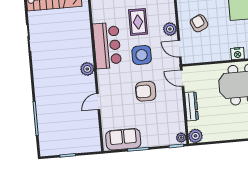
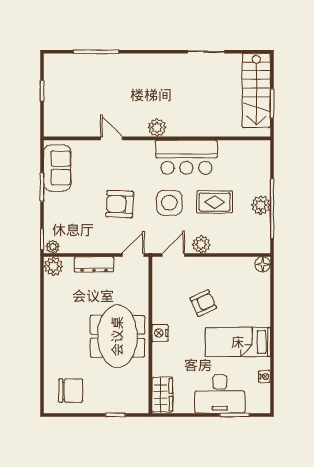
armchair: (199, 23) -> (203, 303), moved
armchair: (146, 91) -> (120, 204), turned -88

